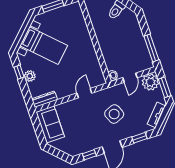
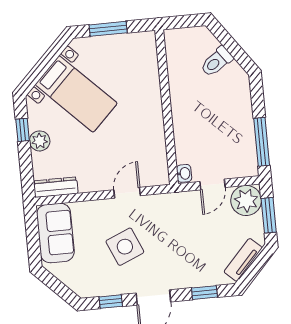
side table: (114, 114) -> (125, 247), moved

